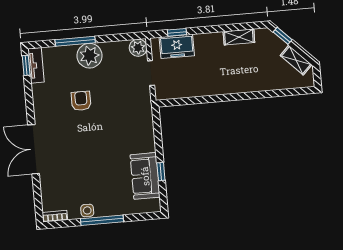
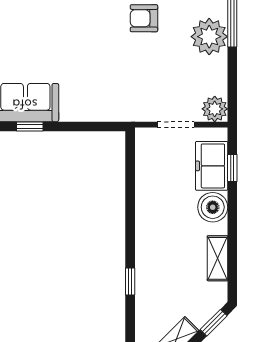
boiler: (205, 43) -> (213, 207), added
window: (260, 95) -> (130, 282), added
armchair: (81, 101) -> (144, 18), turned 180

